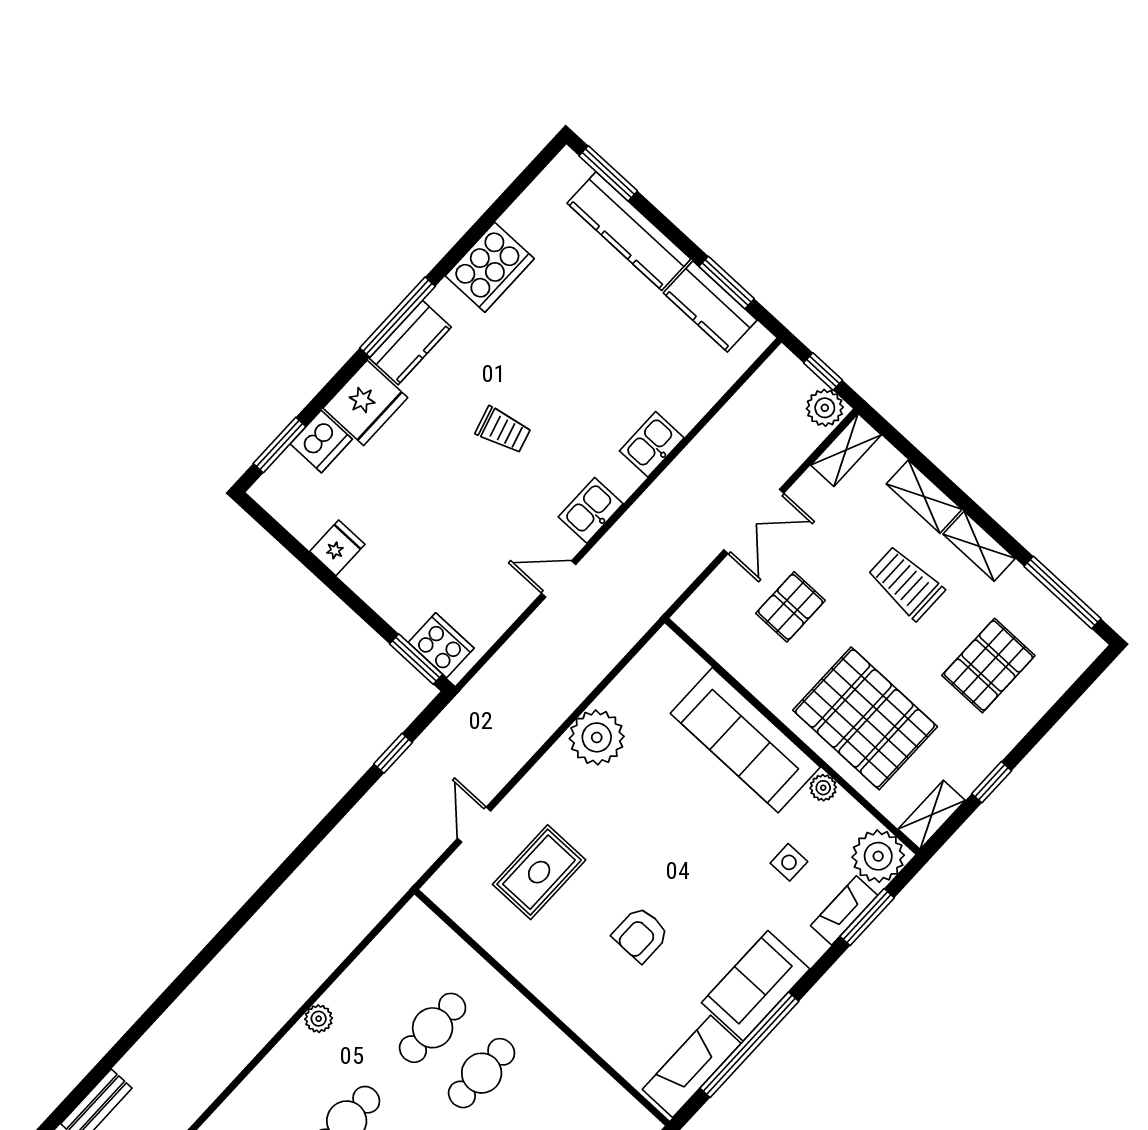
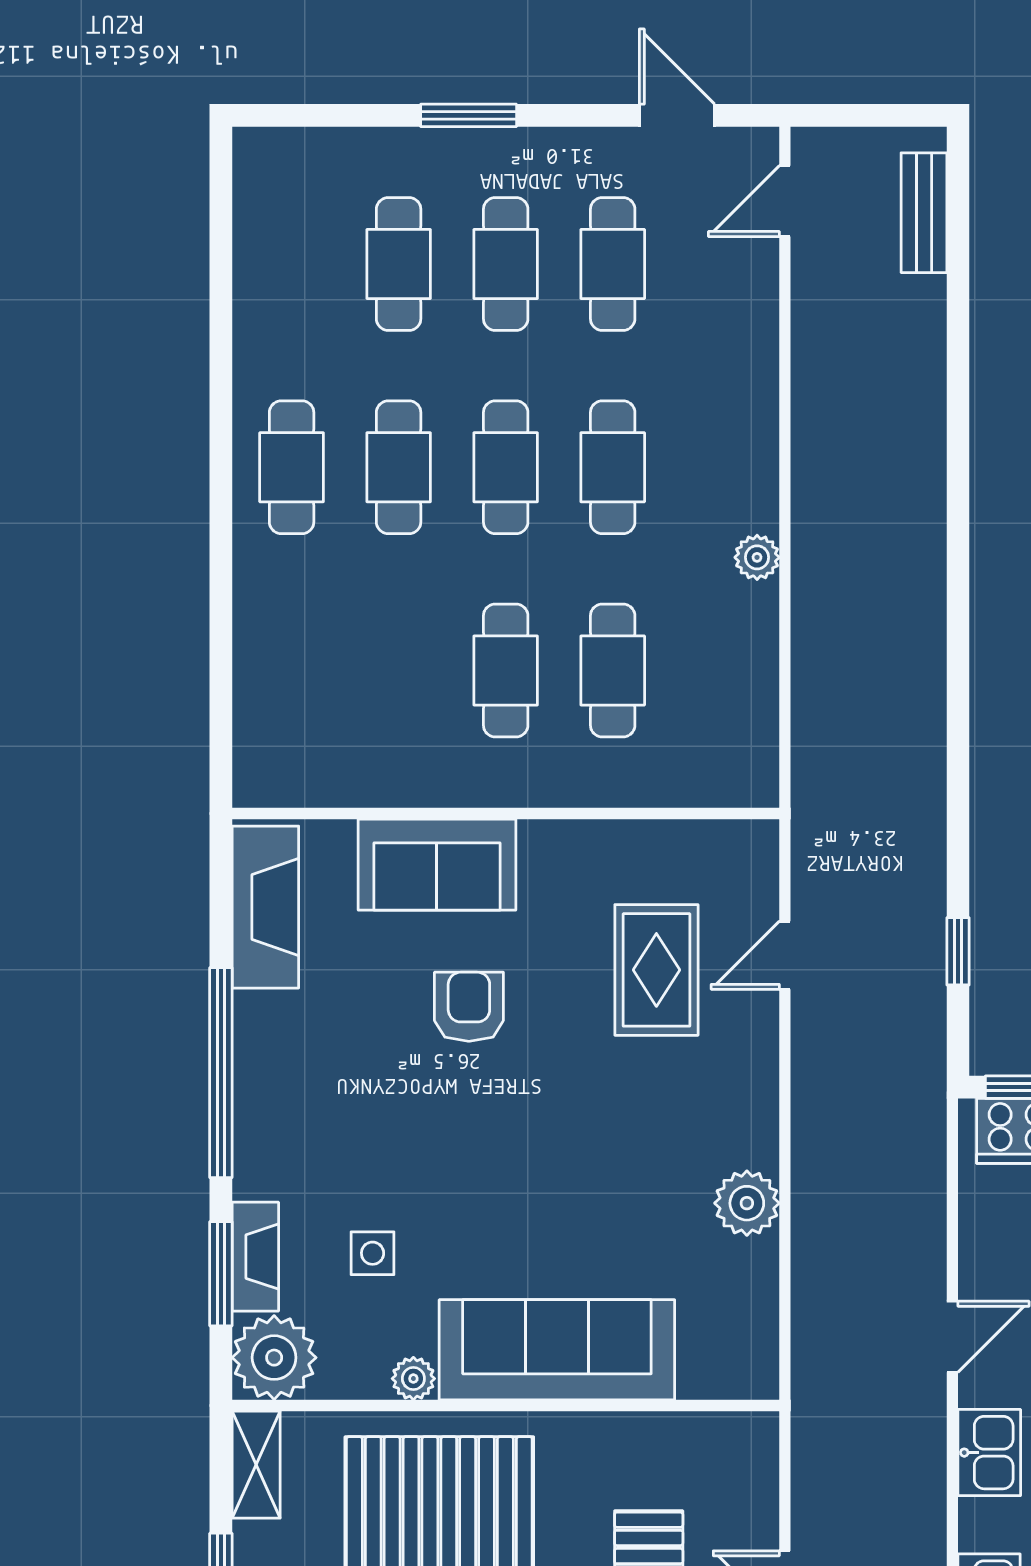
plant: (597, 737) -> (747, 1203), width x0.73, depth x0.73
door: (474, 825) -> (785, 955), swing flipped
sofa: (756, 986) -> (437, 865), moved, turned 90
window: (749, 1045) -> (221, 1073), moved

